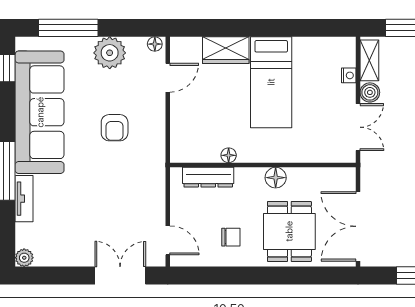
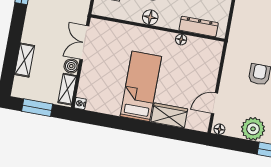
nightstand: (349, 75) -> (80, 103), moved

